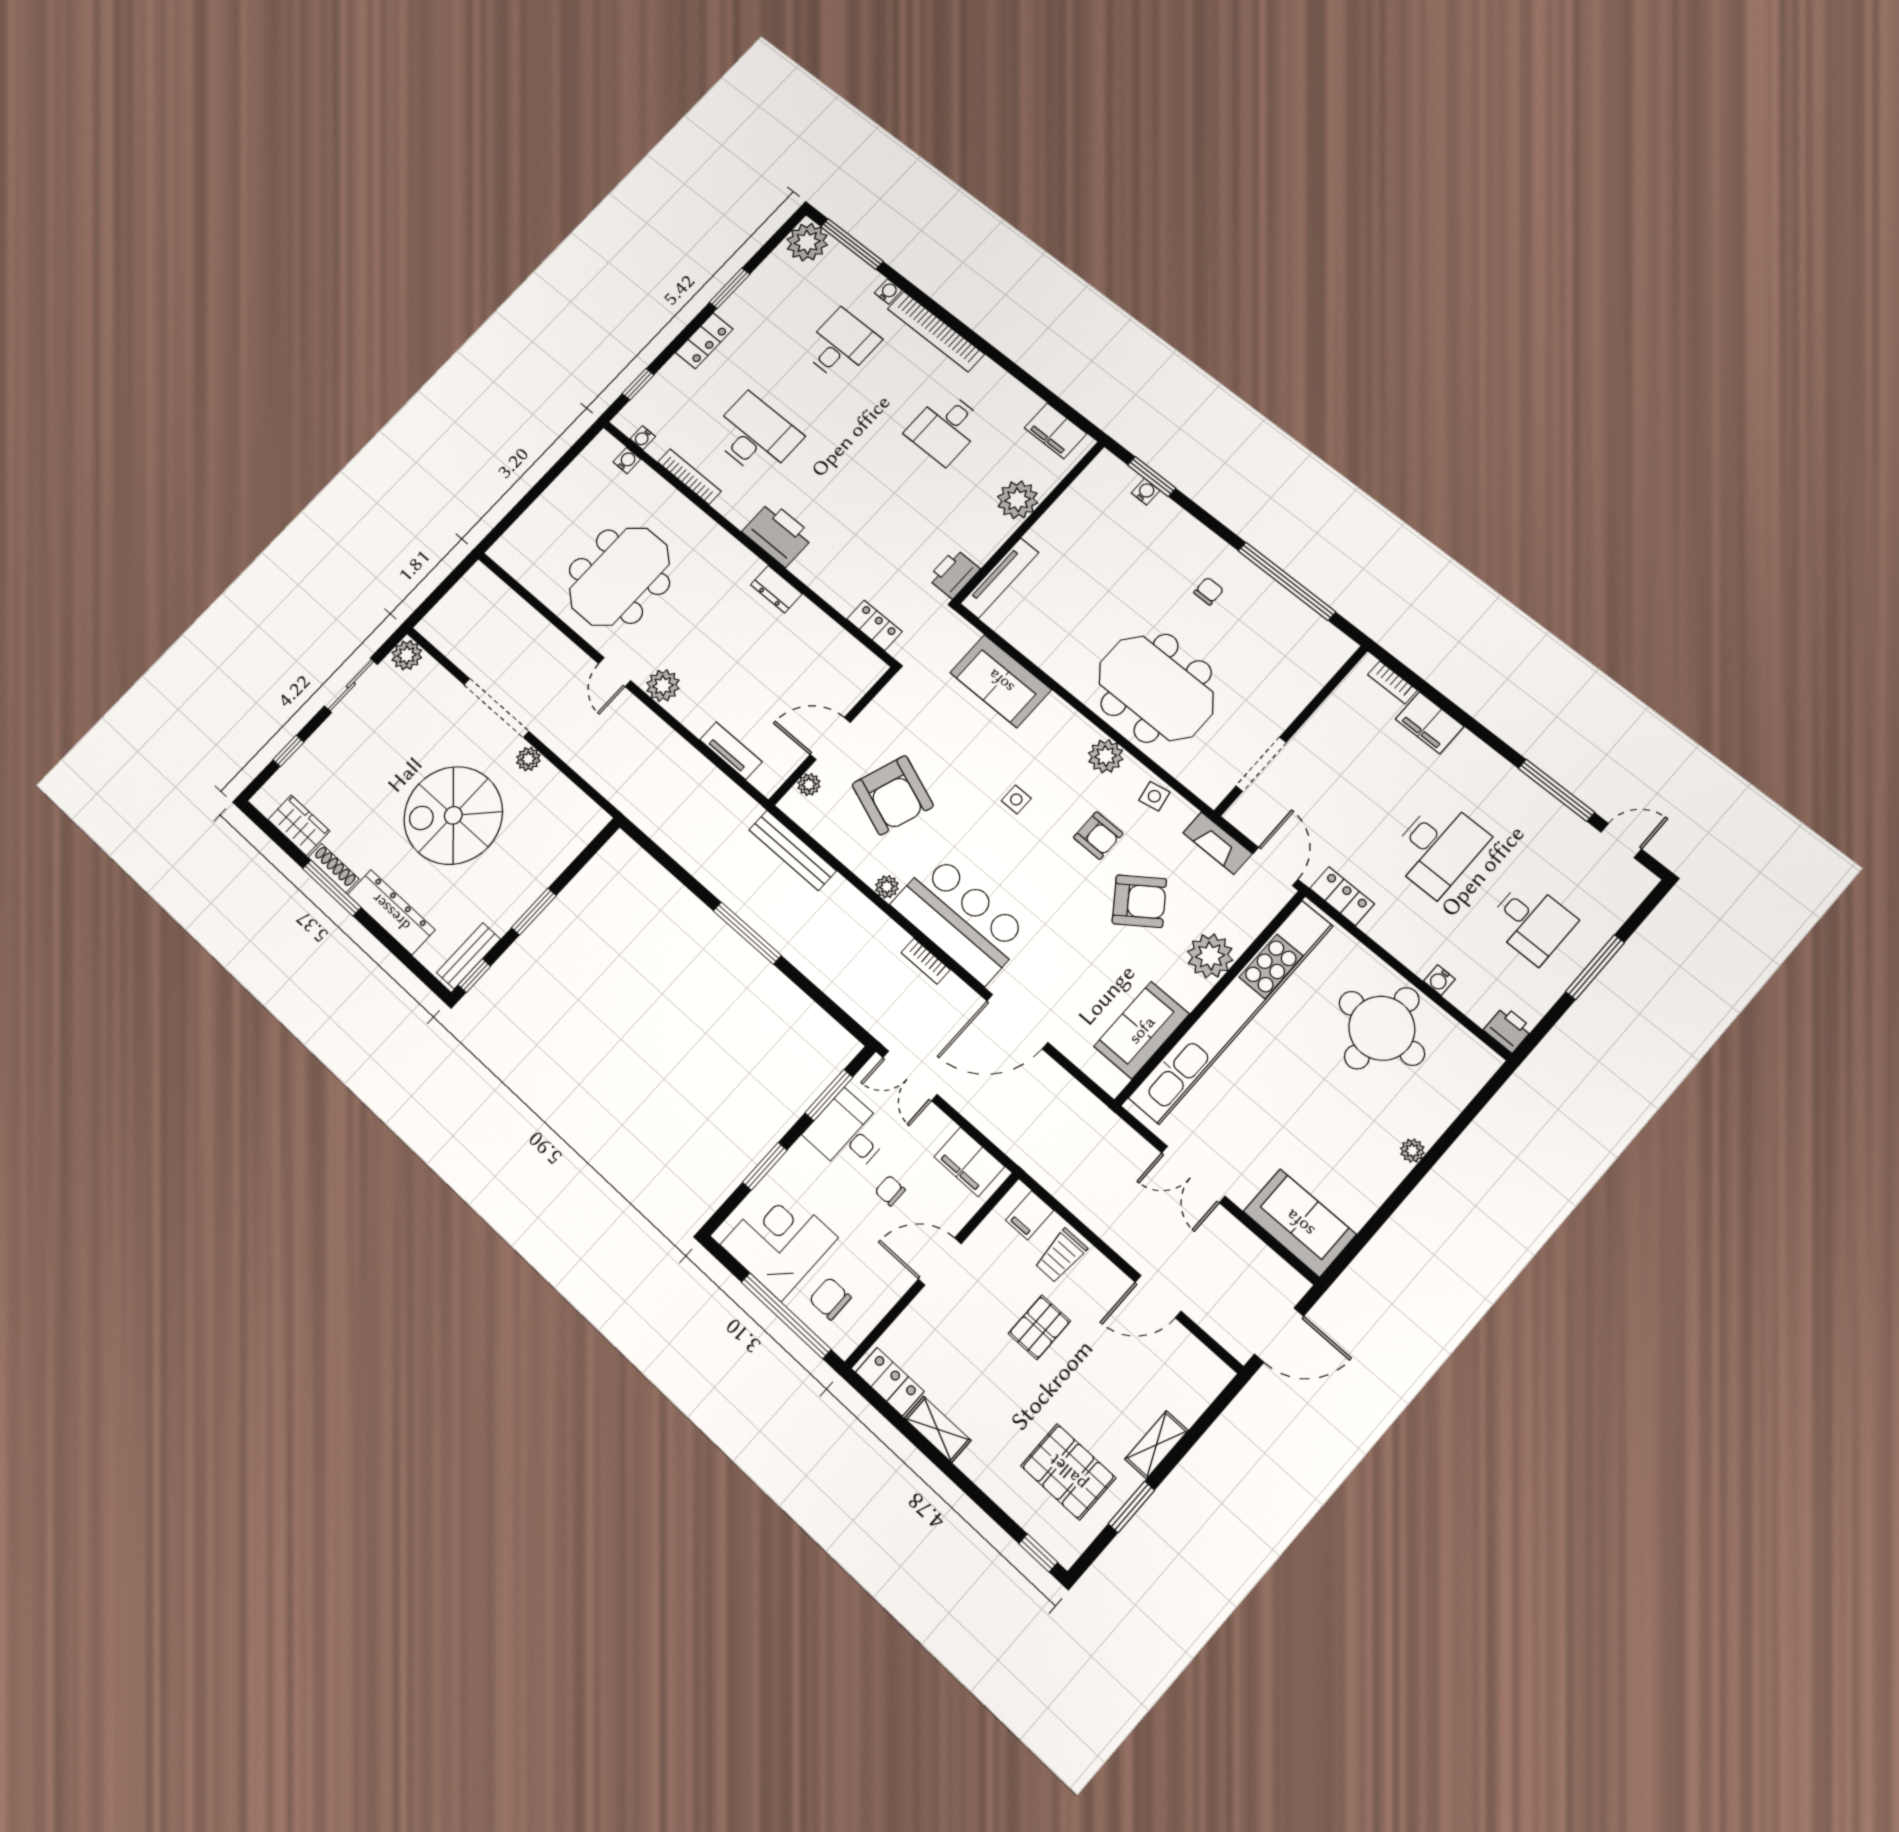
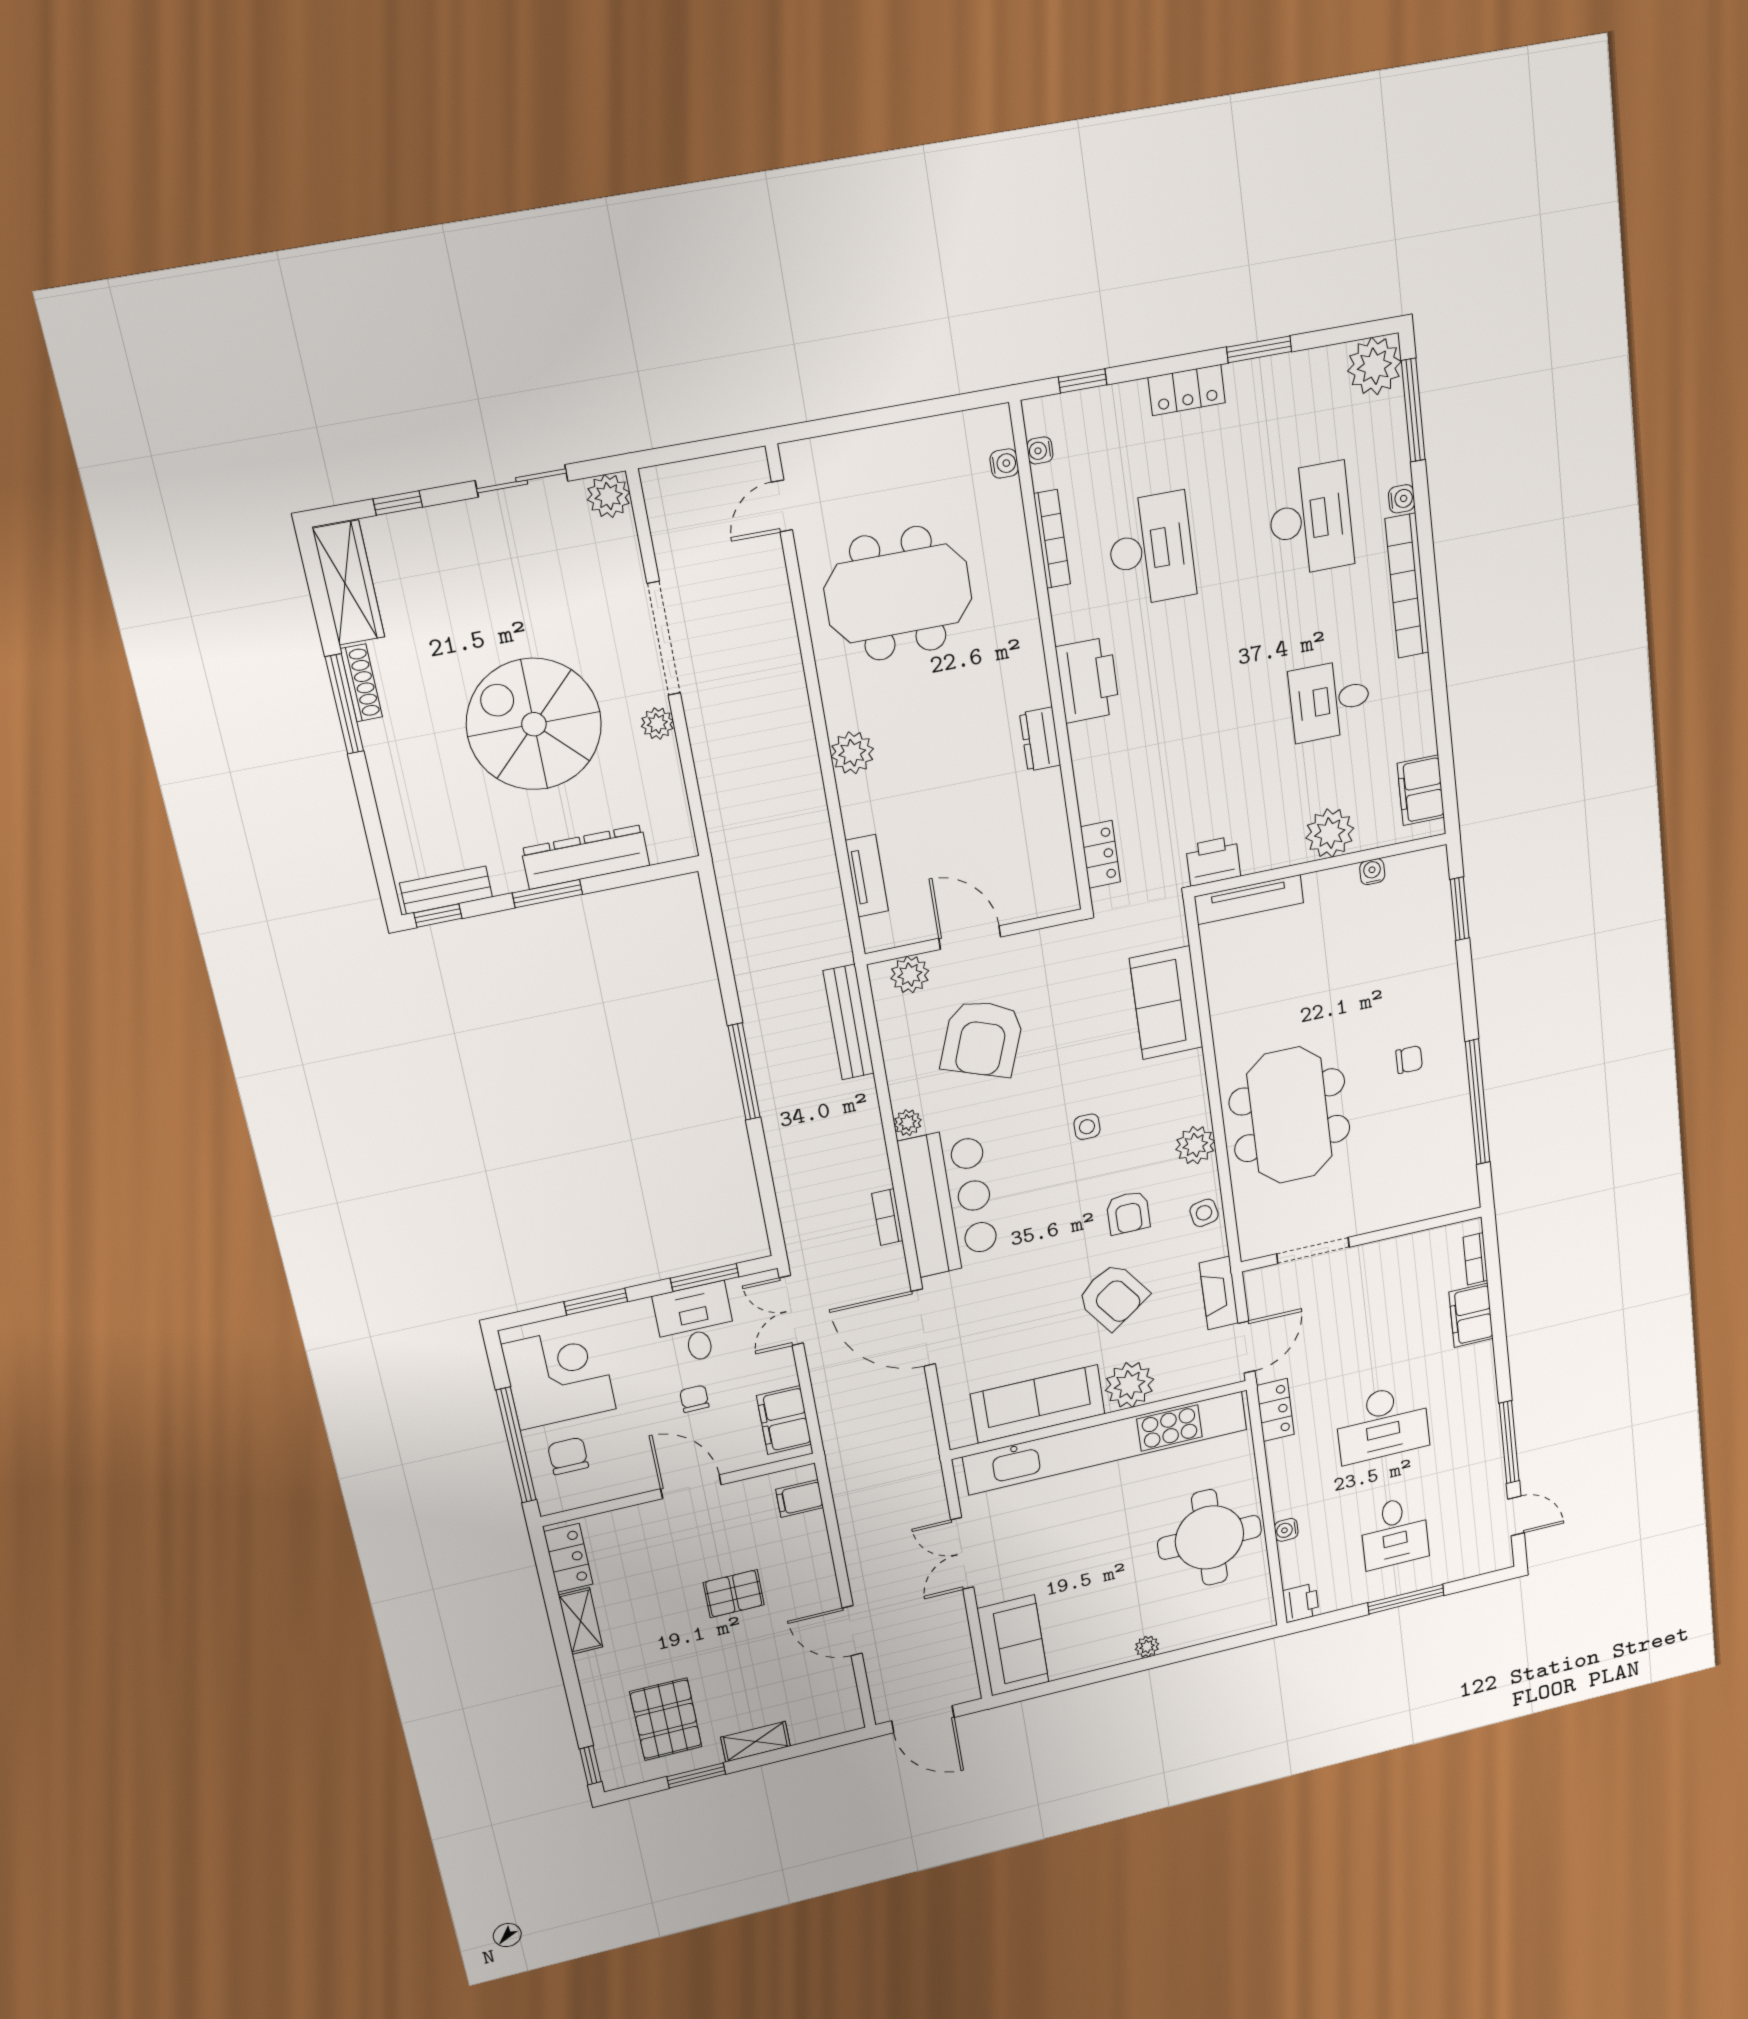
desk: (841, 345) -> (1310, 519), width x1.37
water cooler: (1146, 492) -> (1372, 872), moved, turned -90
door: (615, 672) -> (782, 506), moved
plant: (809, 785) -> (910, 975), width x1.38, depth x1.38
wardrobe: (299, 825) -> (349, 583), width x1.50
dresser: (391, 912) -> (585, 857), moved, turned -90
sofa: (1142, 1030) -> (1038, 1404), width x1.36
trolley: (1061, 1256) -> (799, 1548), removed

